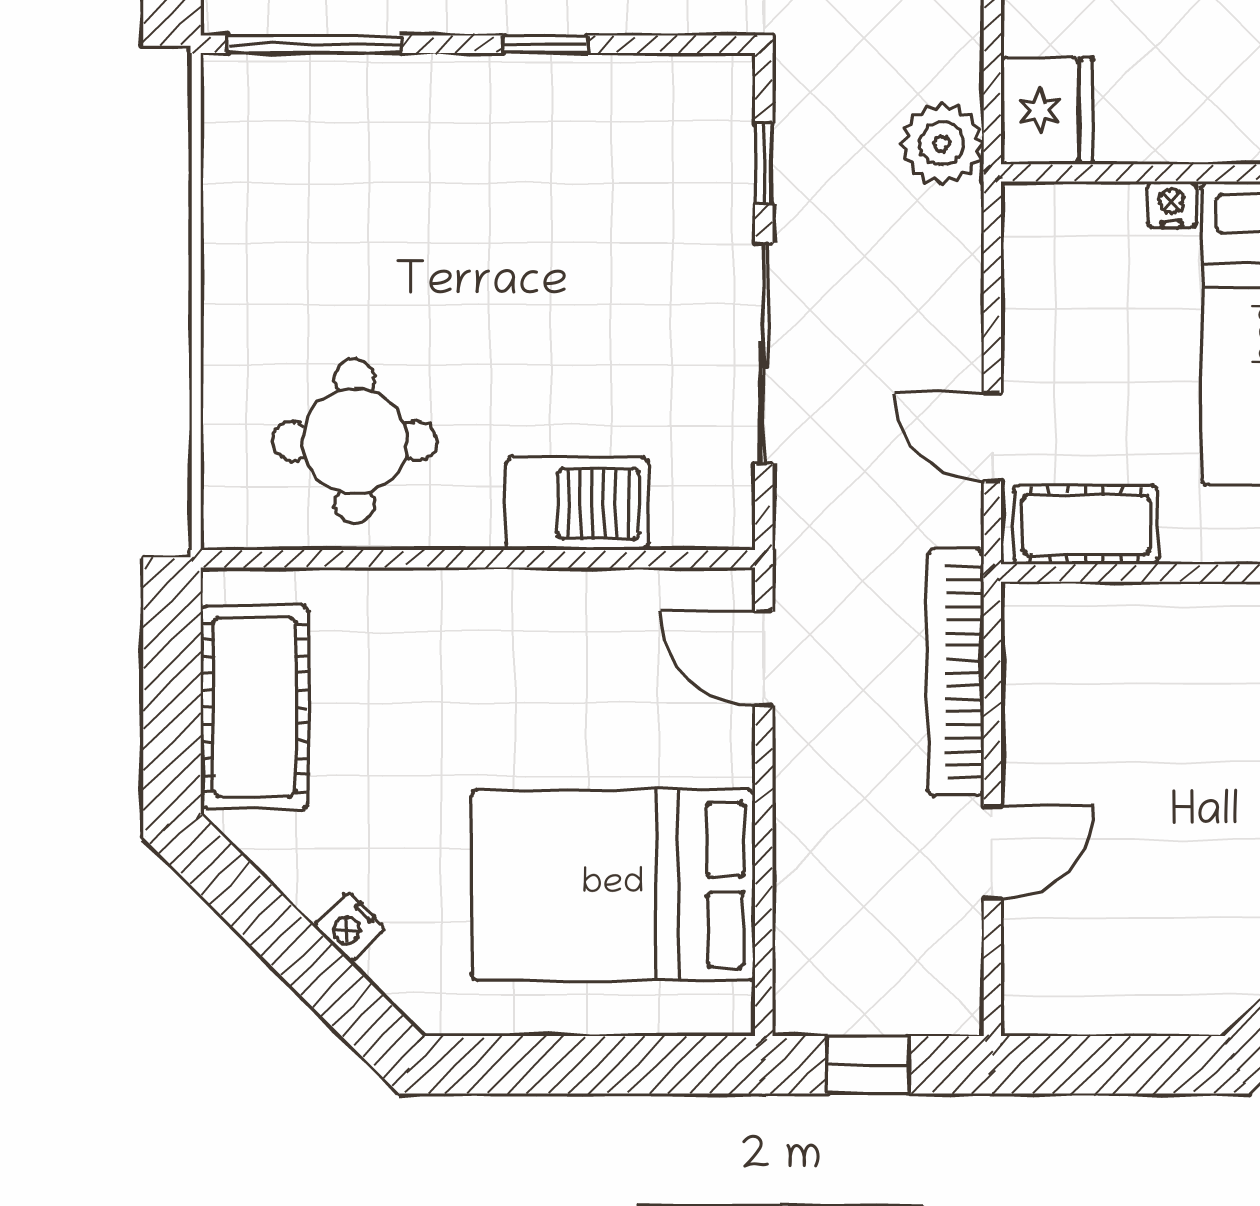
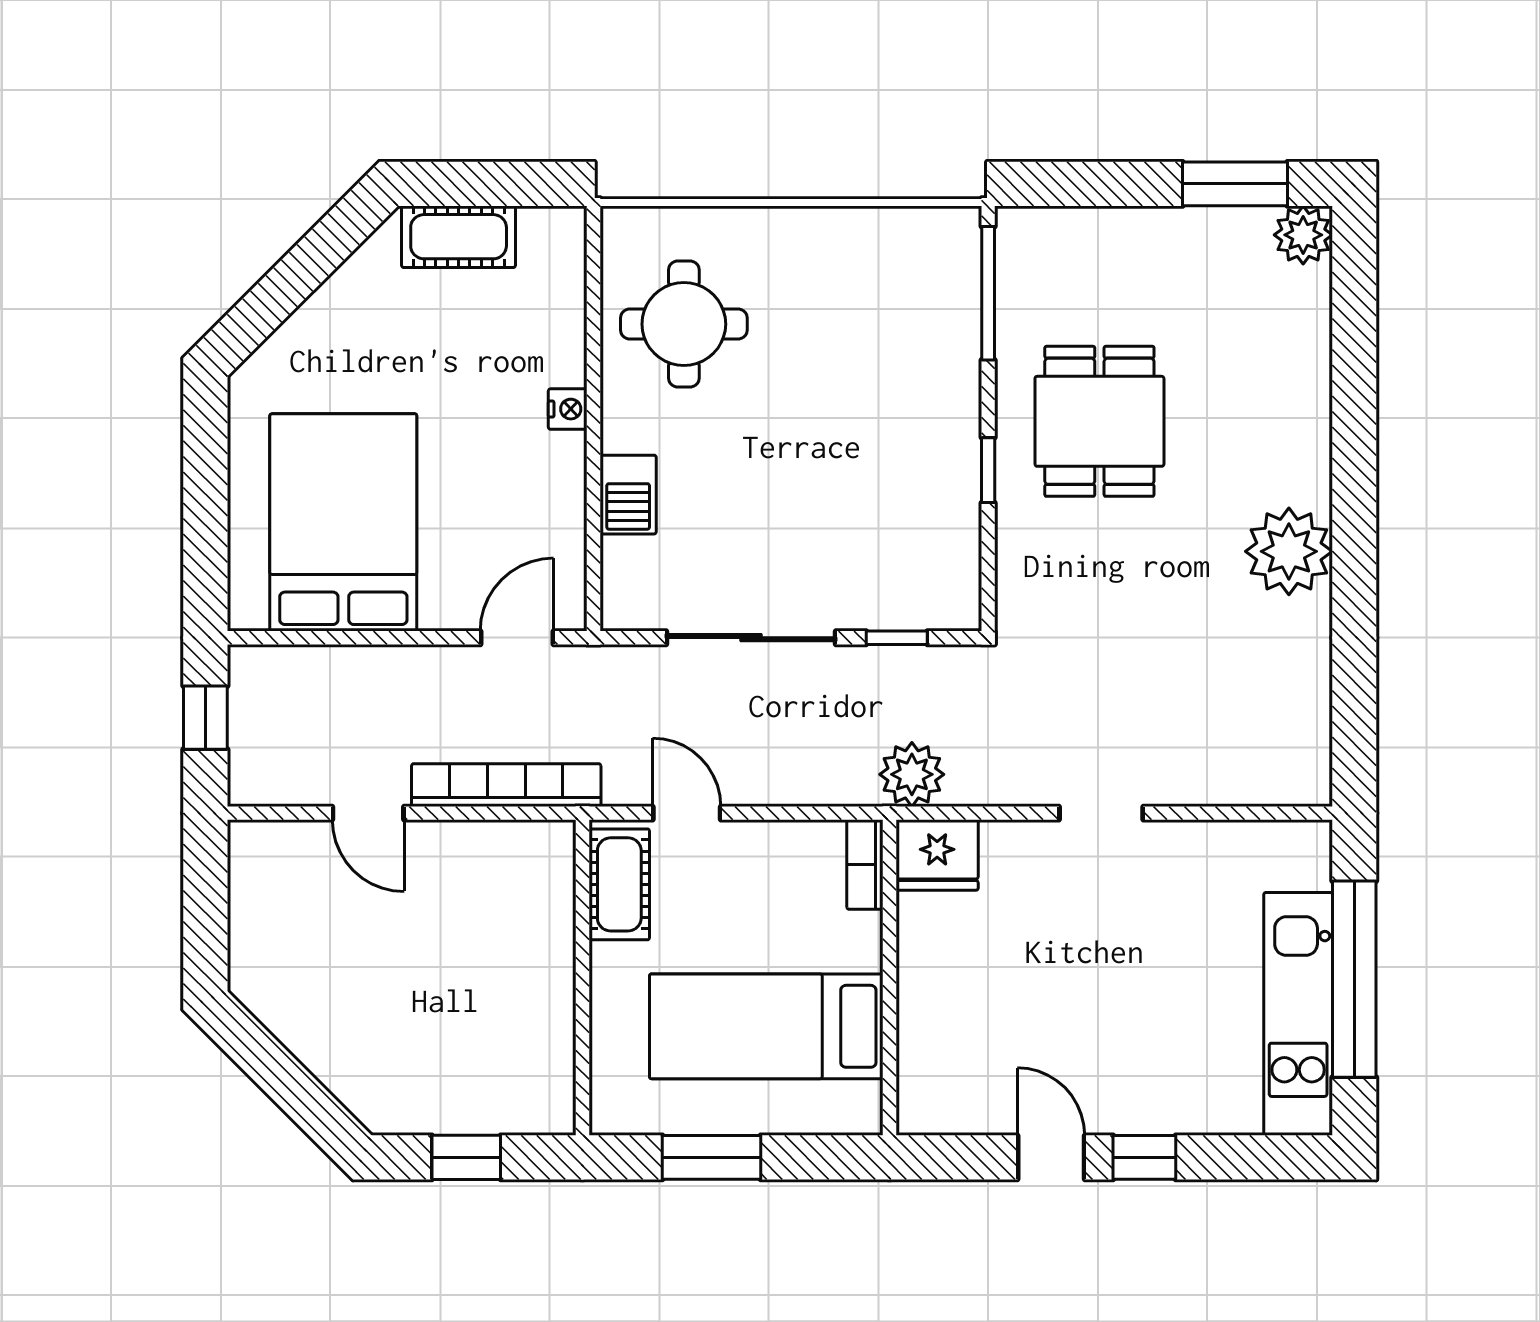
bookcase: (1059, 205) -> (865, 865), added
nightstand: (1172, 205) -> (865, 951), removed
door: (992, 437) -> (687, 813), hinge flipped
barbecue: (577, 504) -> (628, 495), width x0.73, depth x0.79
cot: (255, 707) -> (459, 237), width x0.73, depth x0.75
nightstand: (350, 927) -> (568, 409), moved, turned 135

